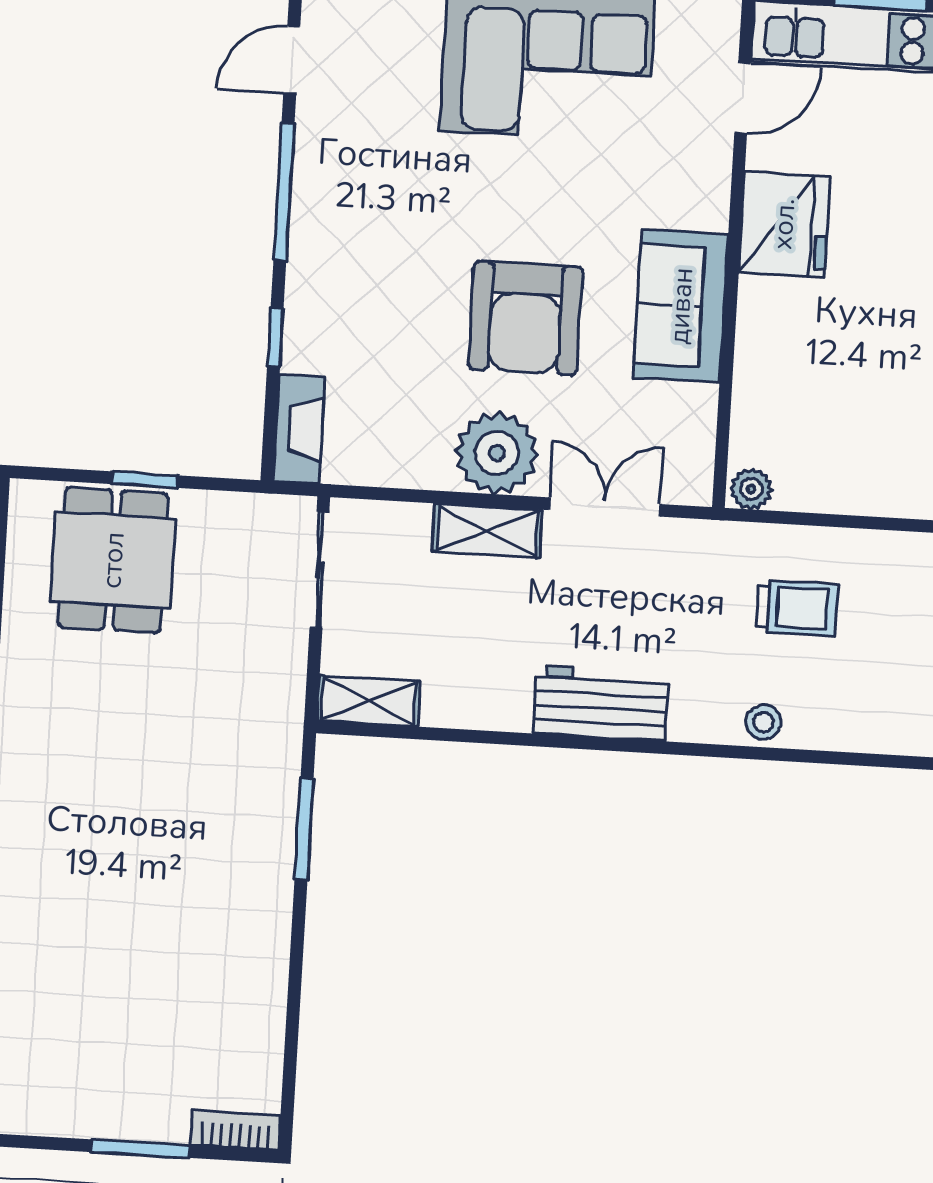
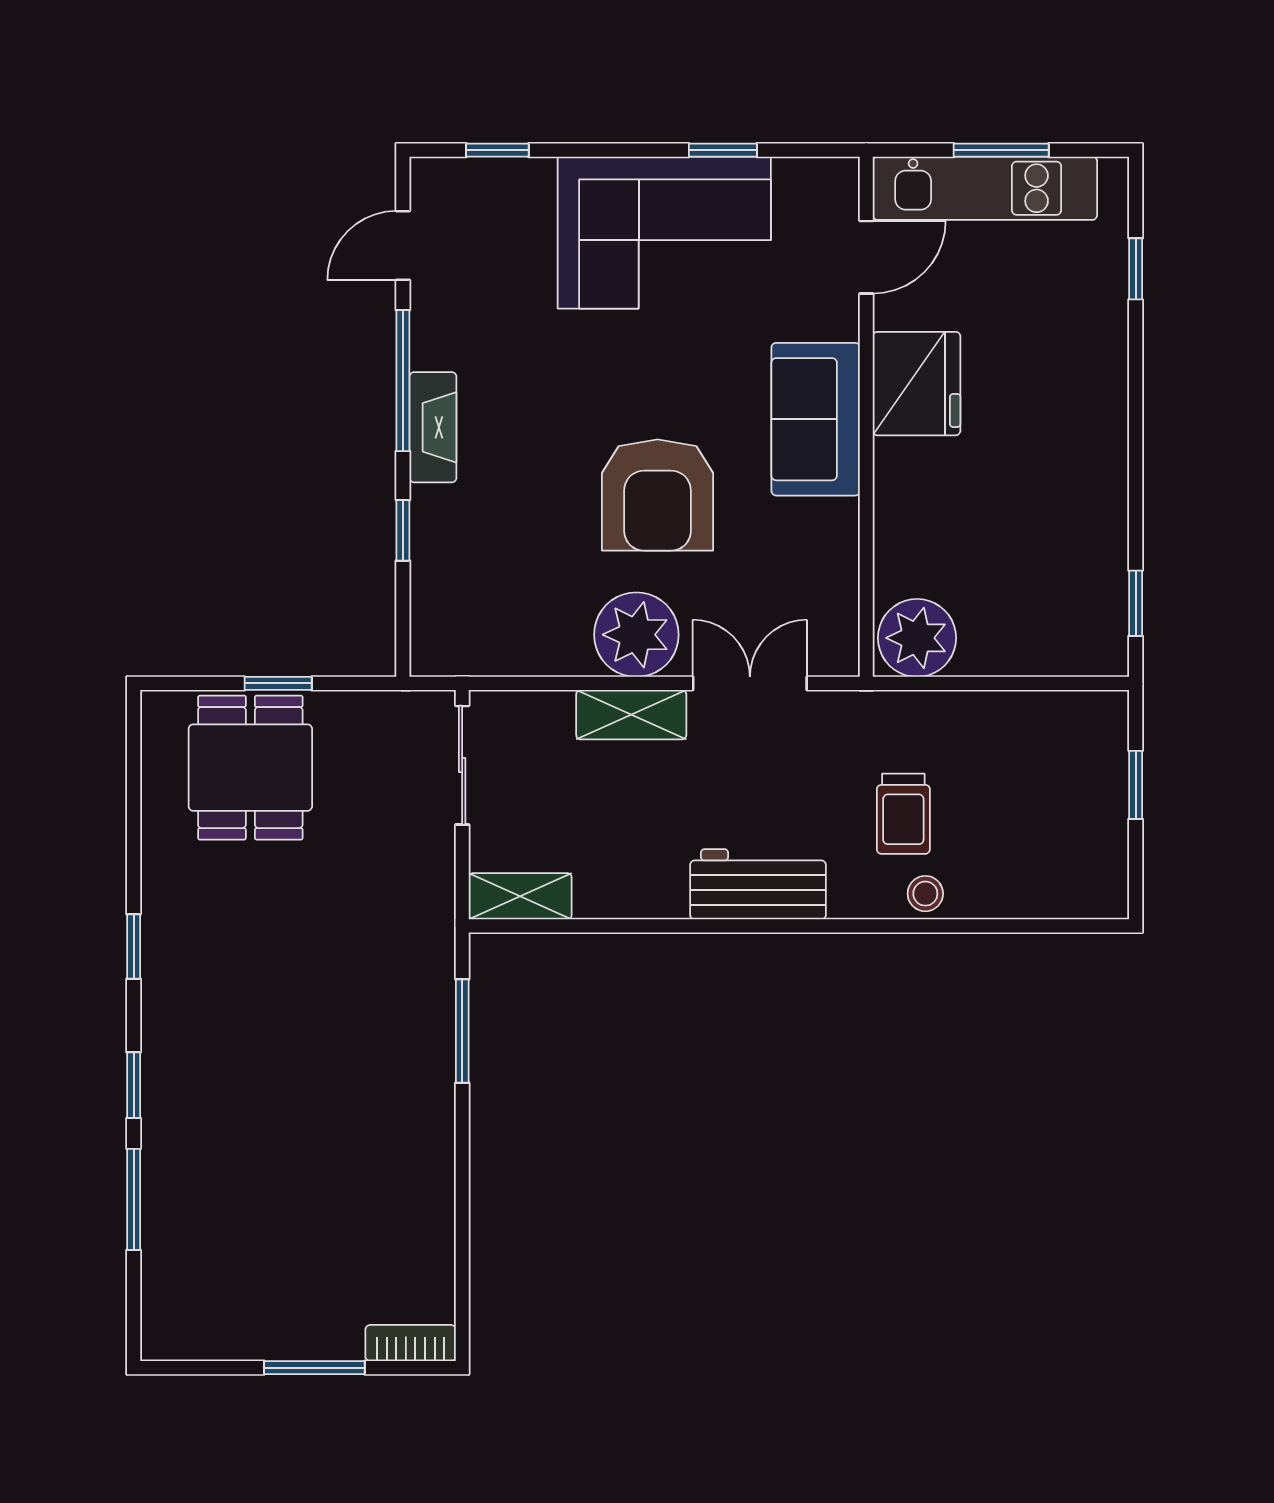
sofa: (681, 306) -> (816, 419), moved
fireplace: (299, 429) -> (433, 427), moved
plant: (751, 489) -> (917, 638), width x1.88, depth x1.88
trolley: (797, 608) -> (903, 814), moved, turned 90

